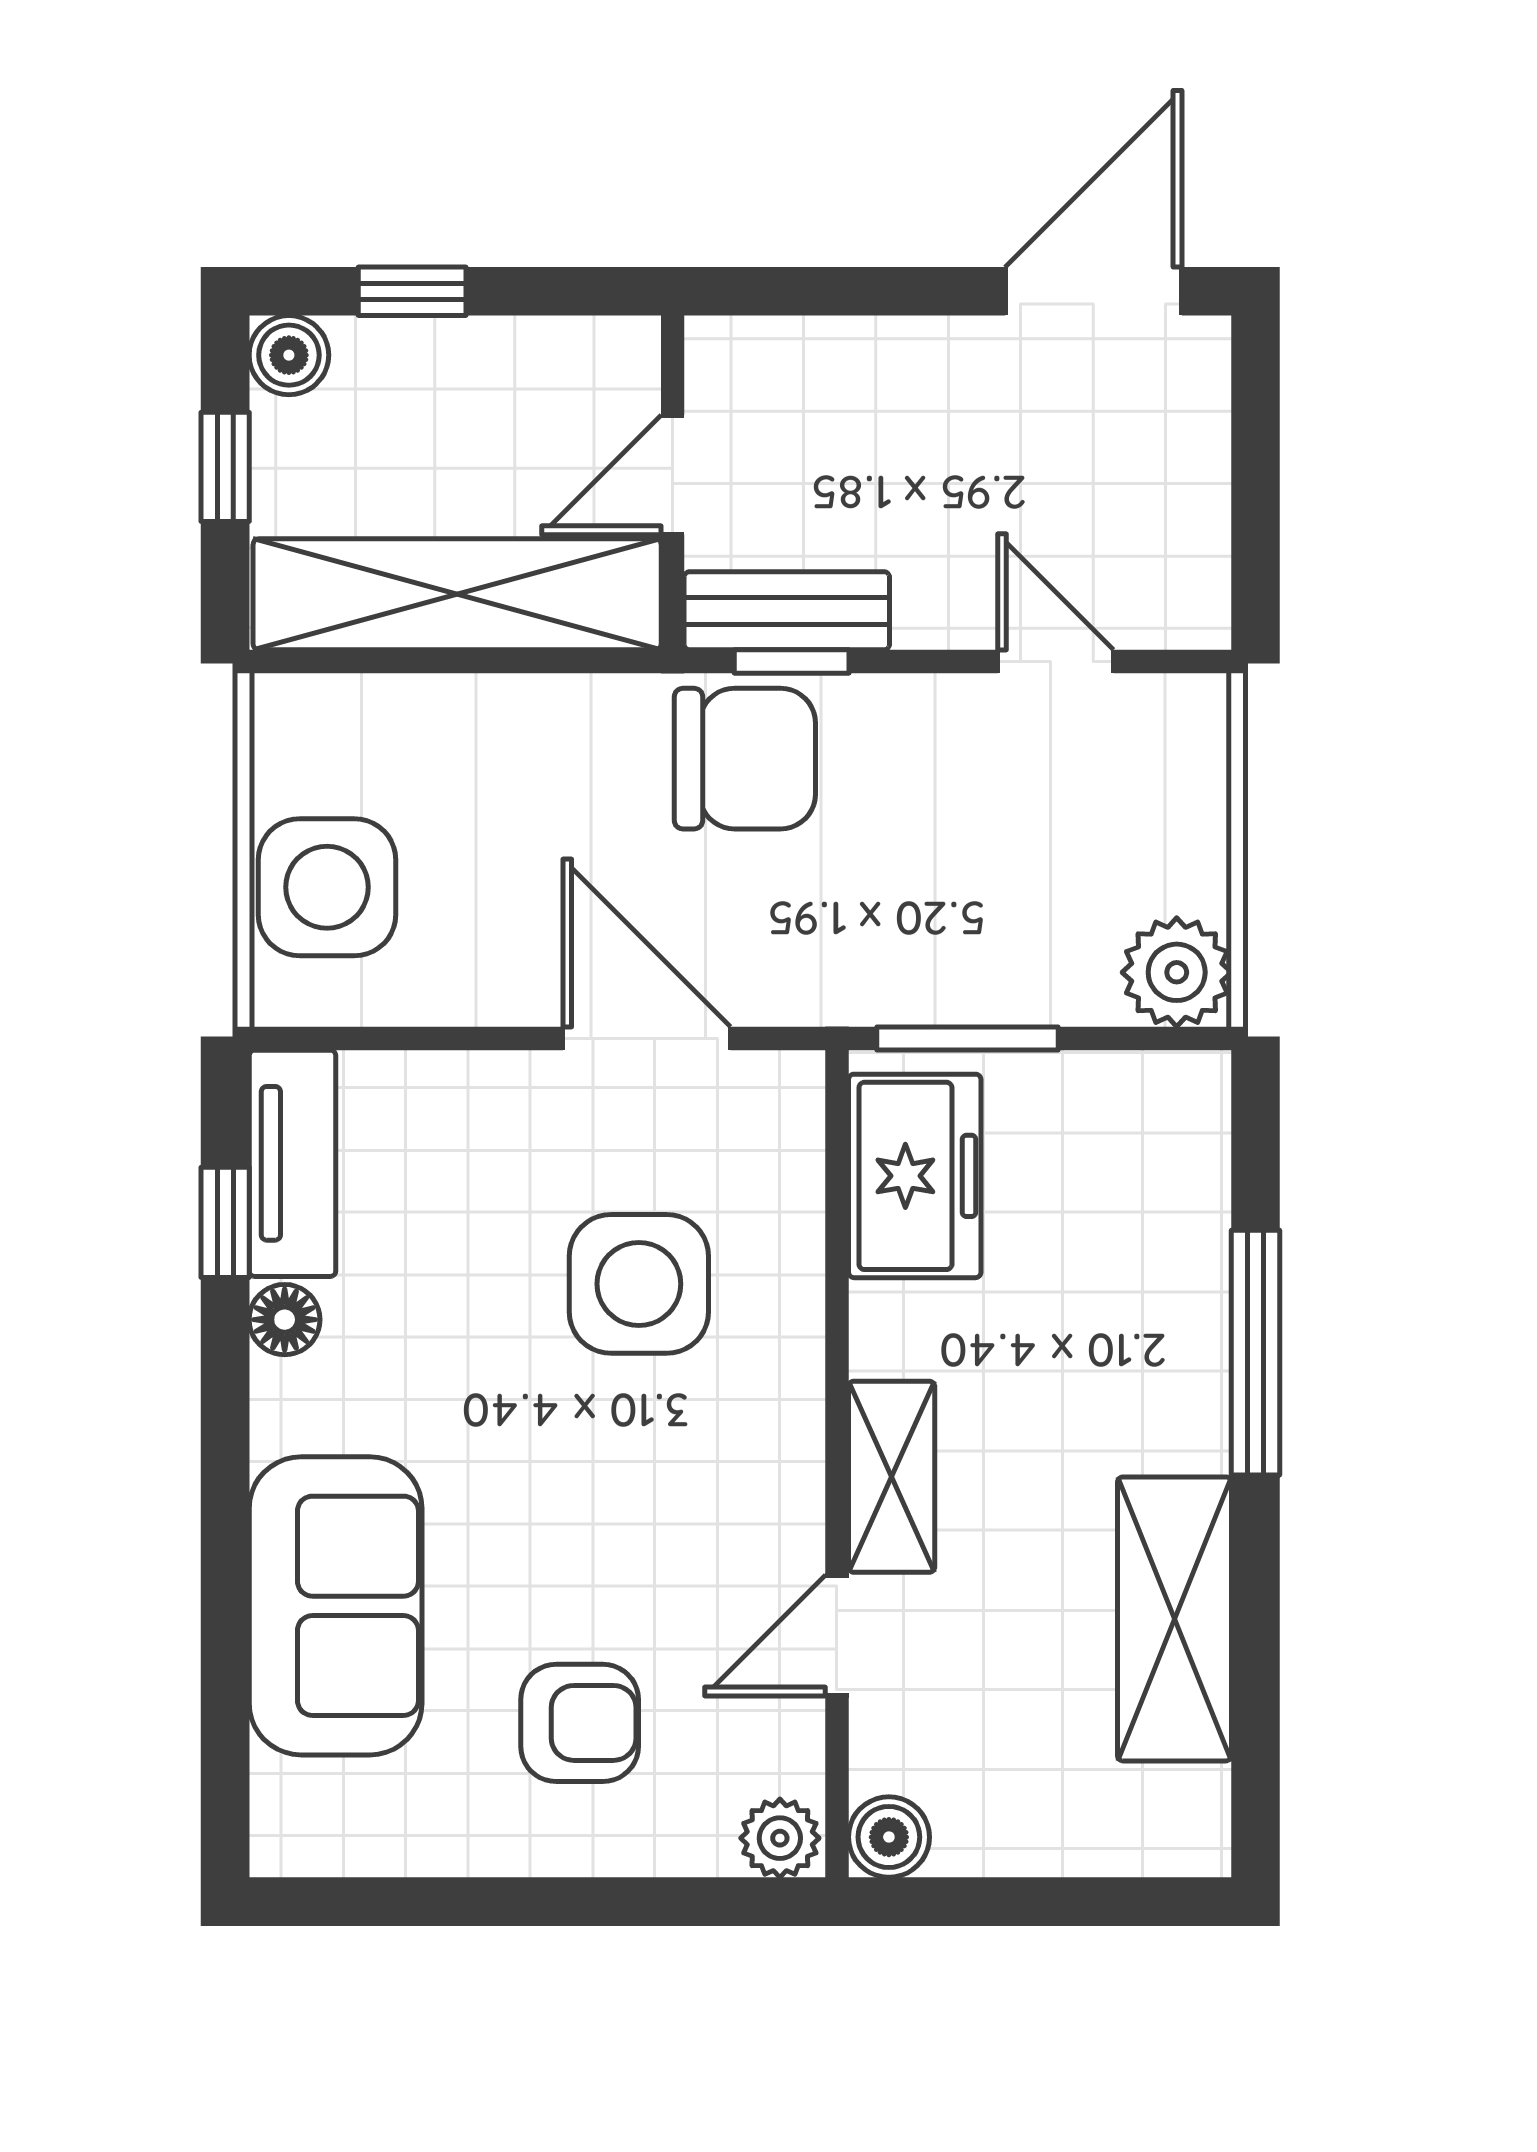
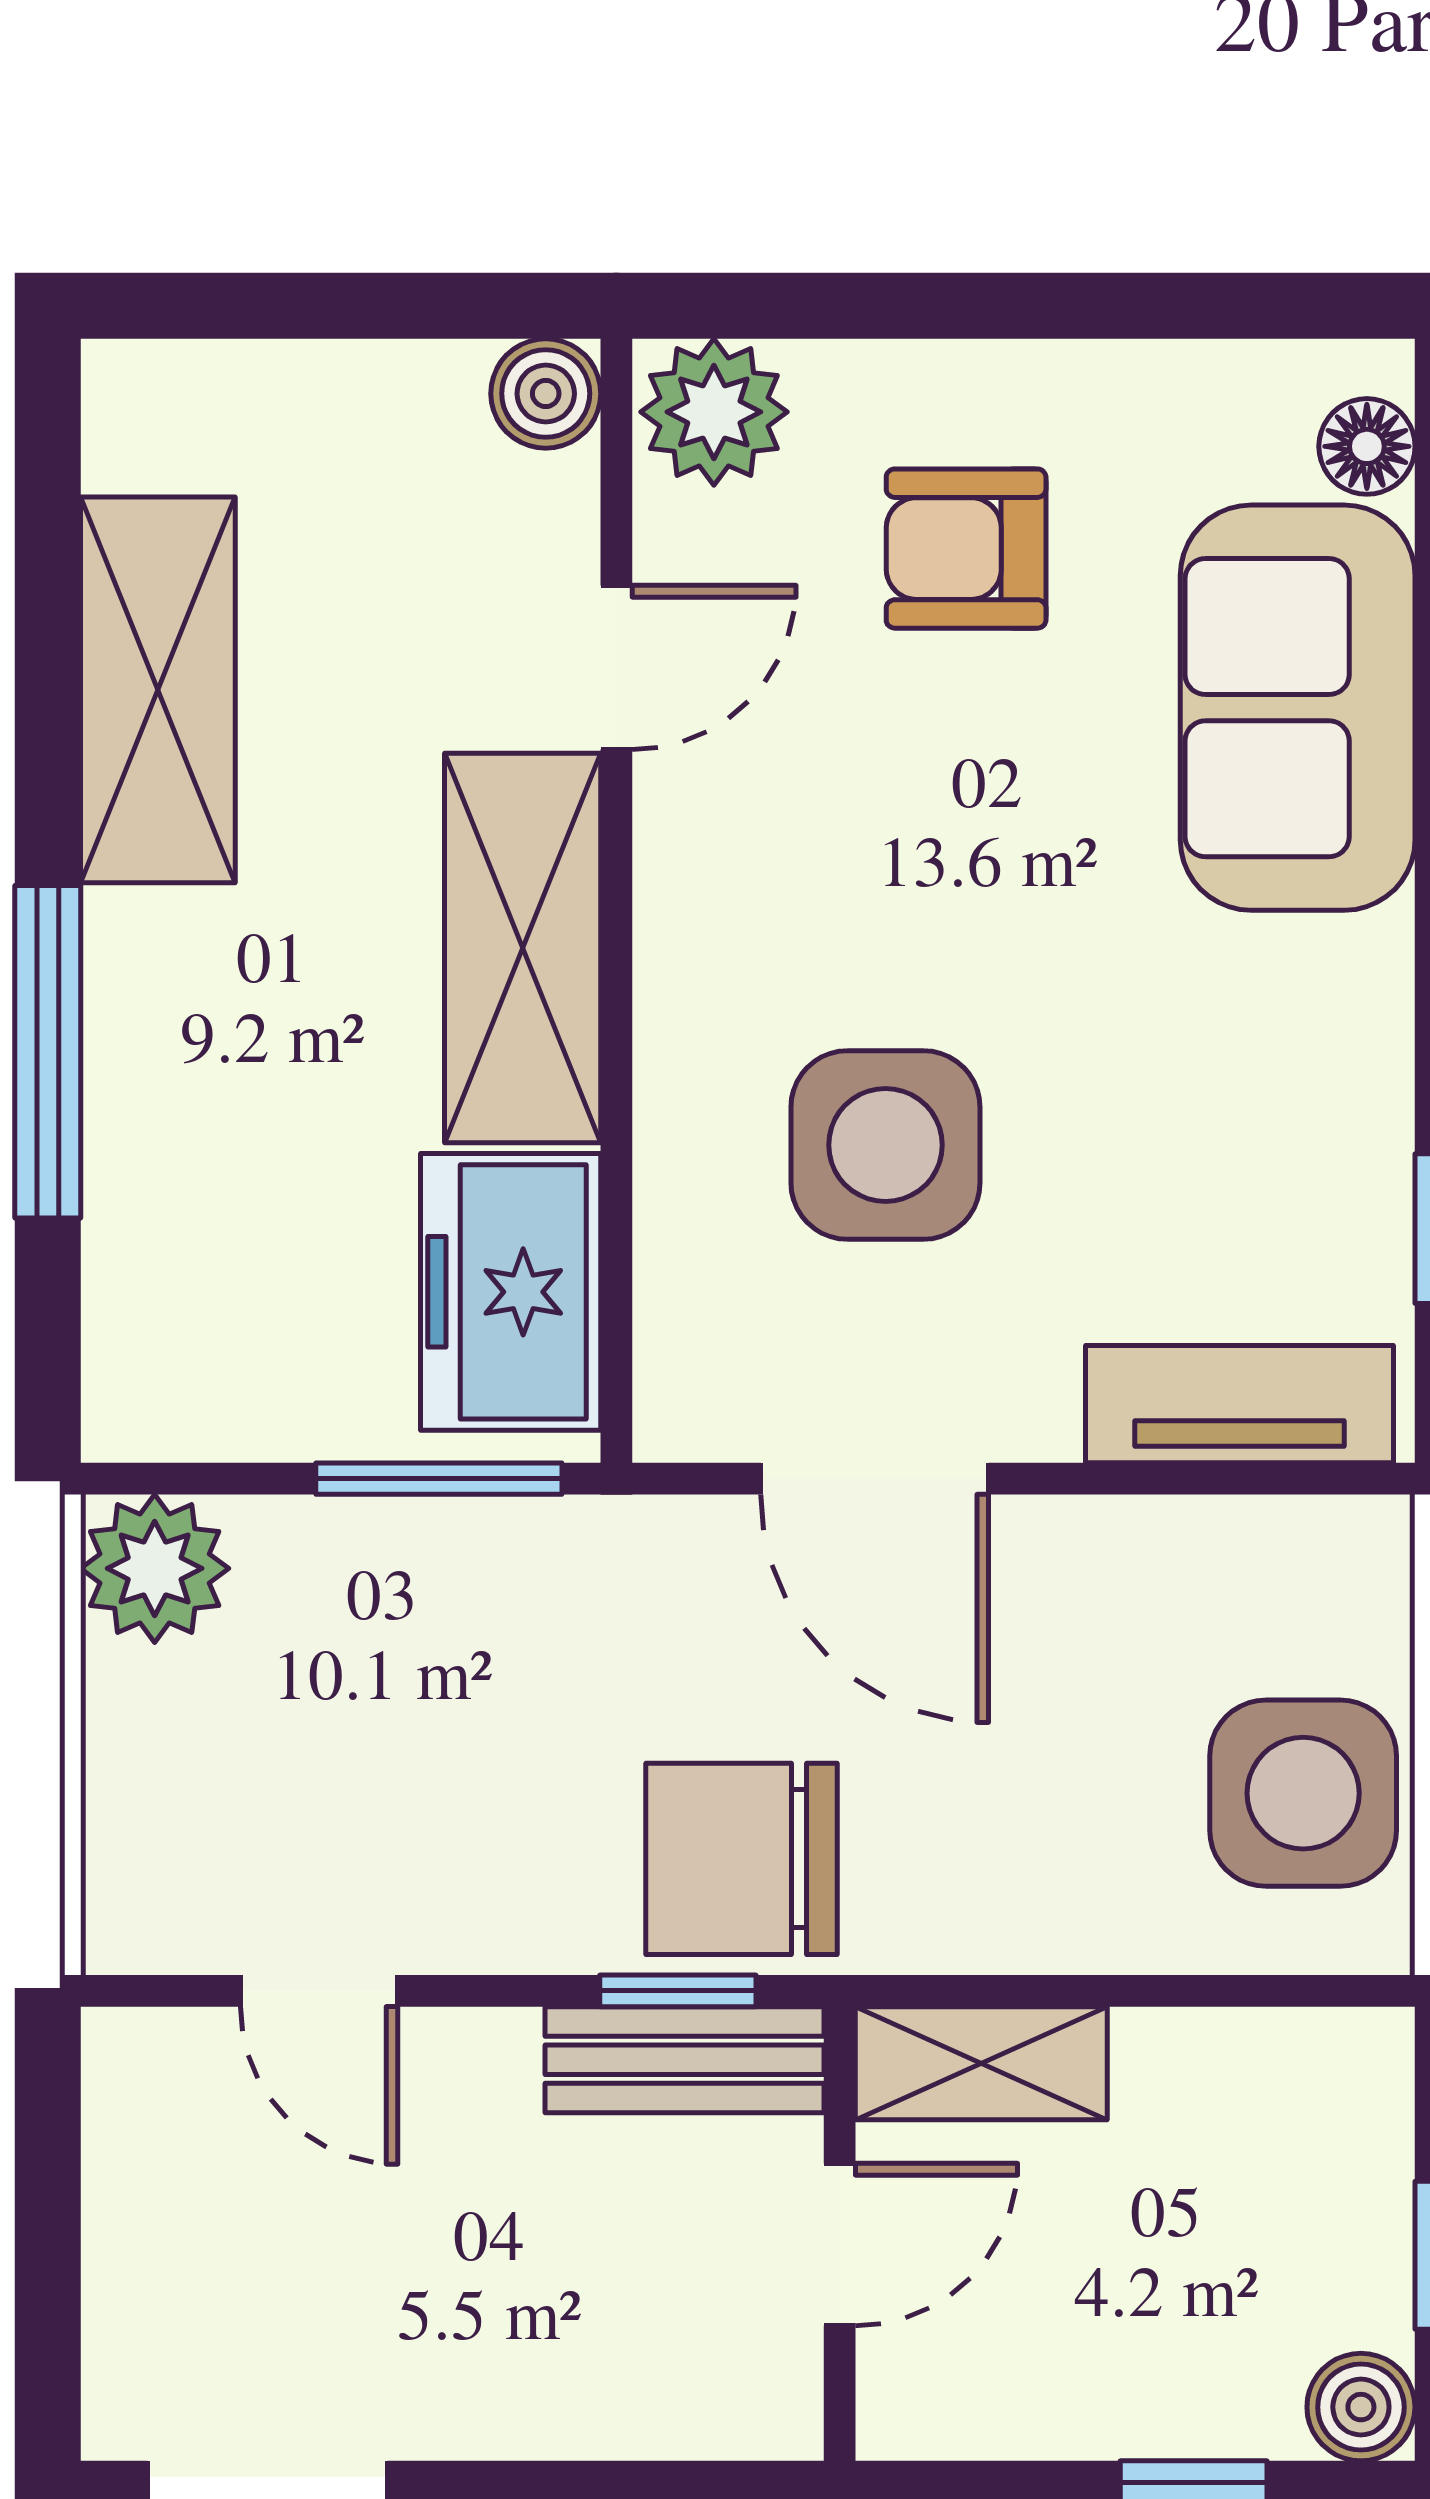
shelving: (457, 594) -> (981, 2063), width x0.45, depth x0.75
side table: (327, 887) -> (1303, 1793), moved
tv unit: (292, 1163) -> (1240, 1404), moved, turned 90
floor lamp: (285, 1320) -> (1367, 446), moved
shelving: (892, 1477) -> (523, 948), width x1.50, depth x1.33
plant: (780, 1838) -> (714, 412), width x1.38, depth x1.38

